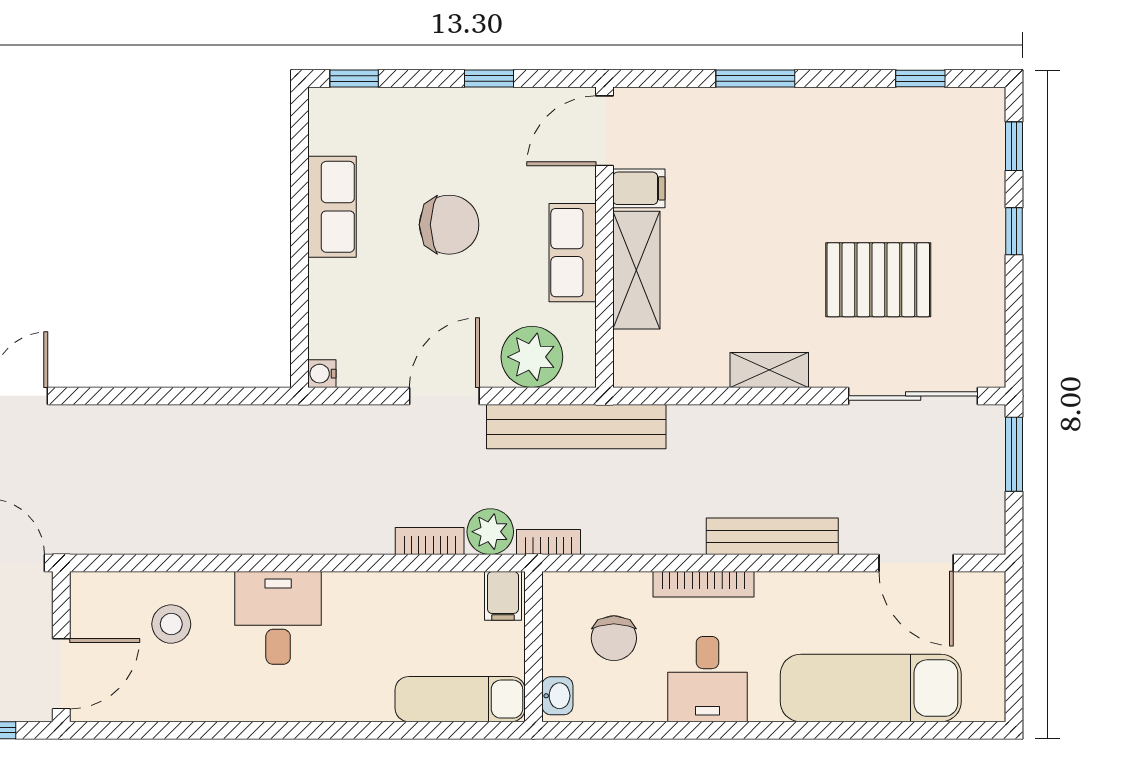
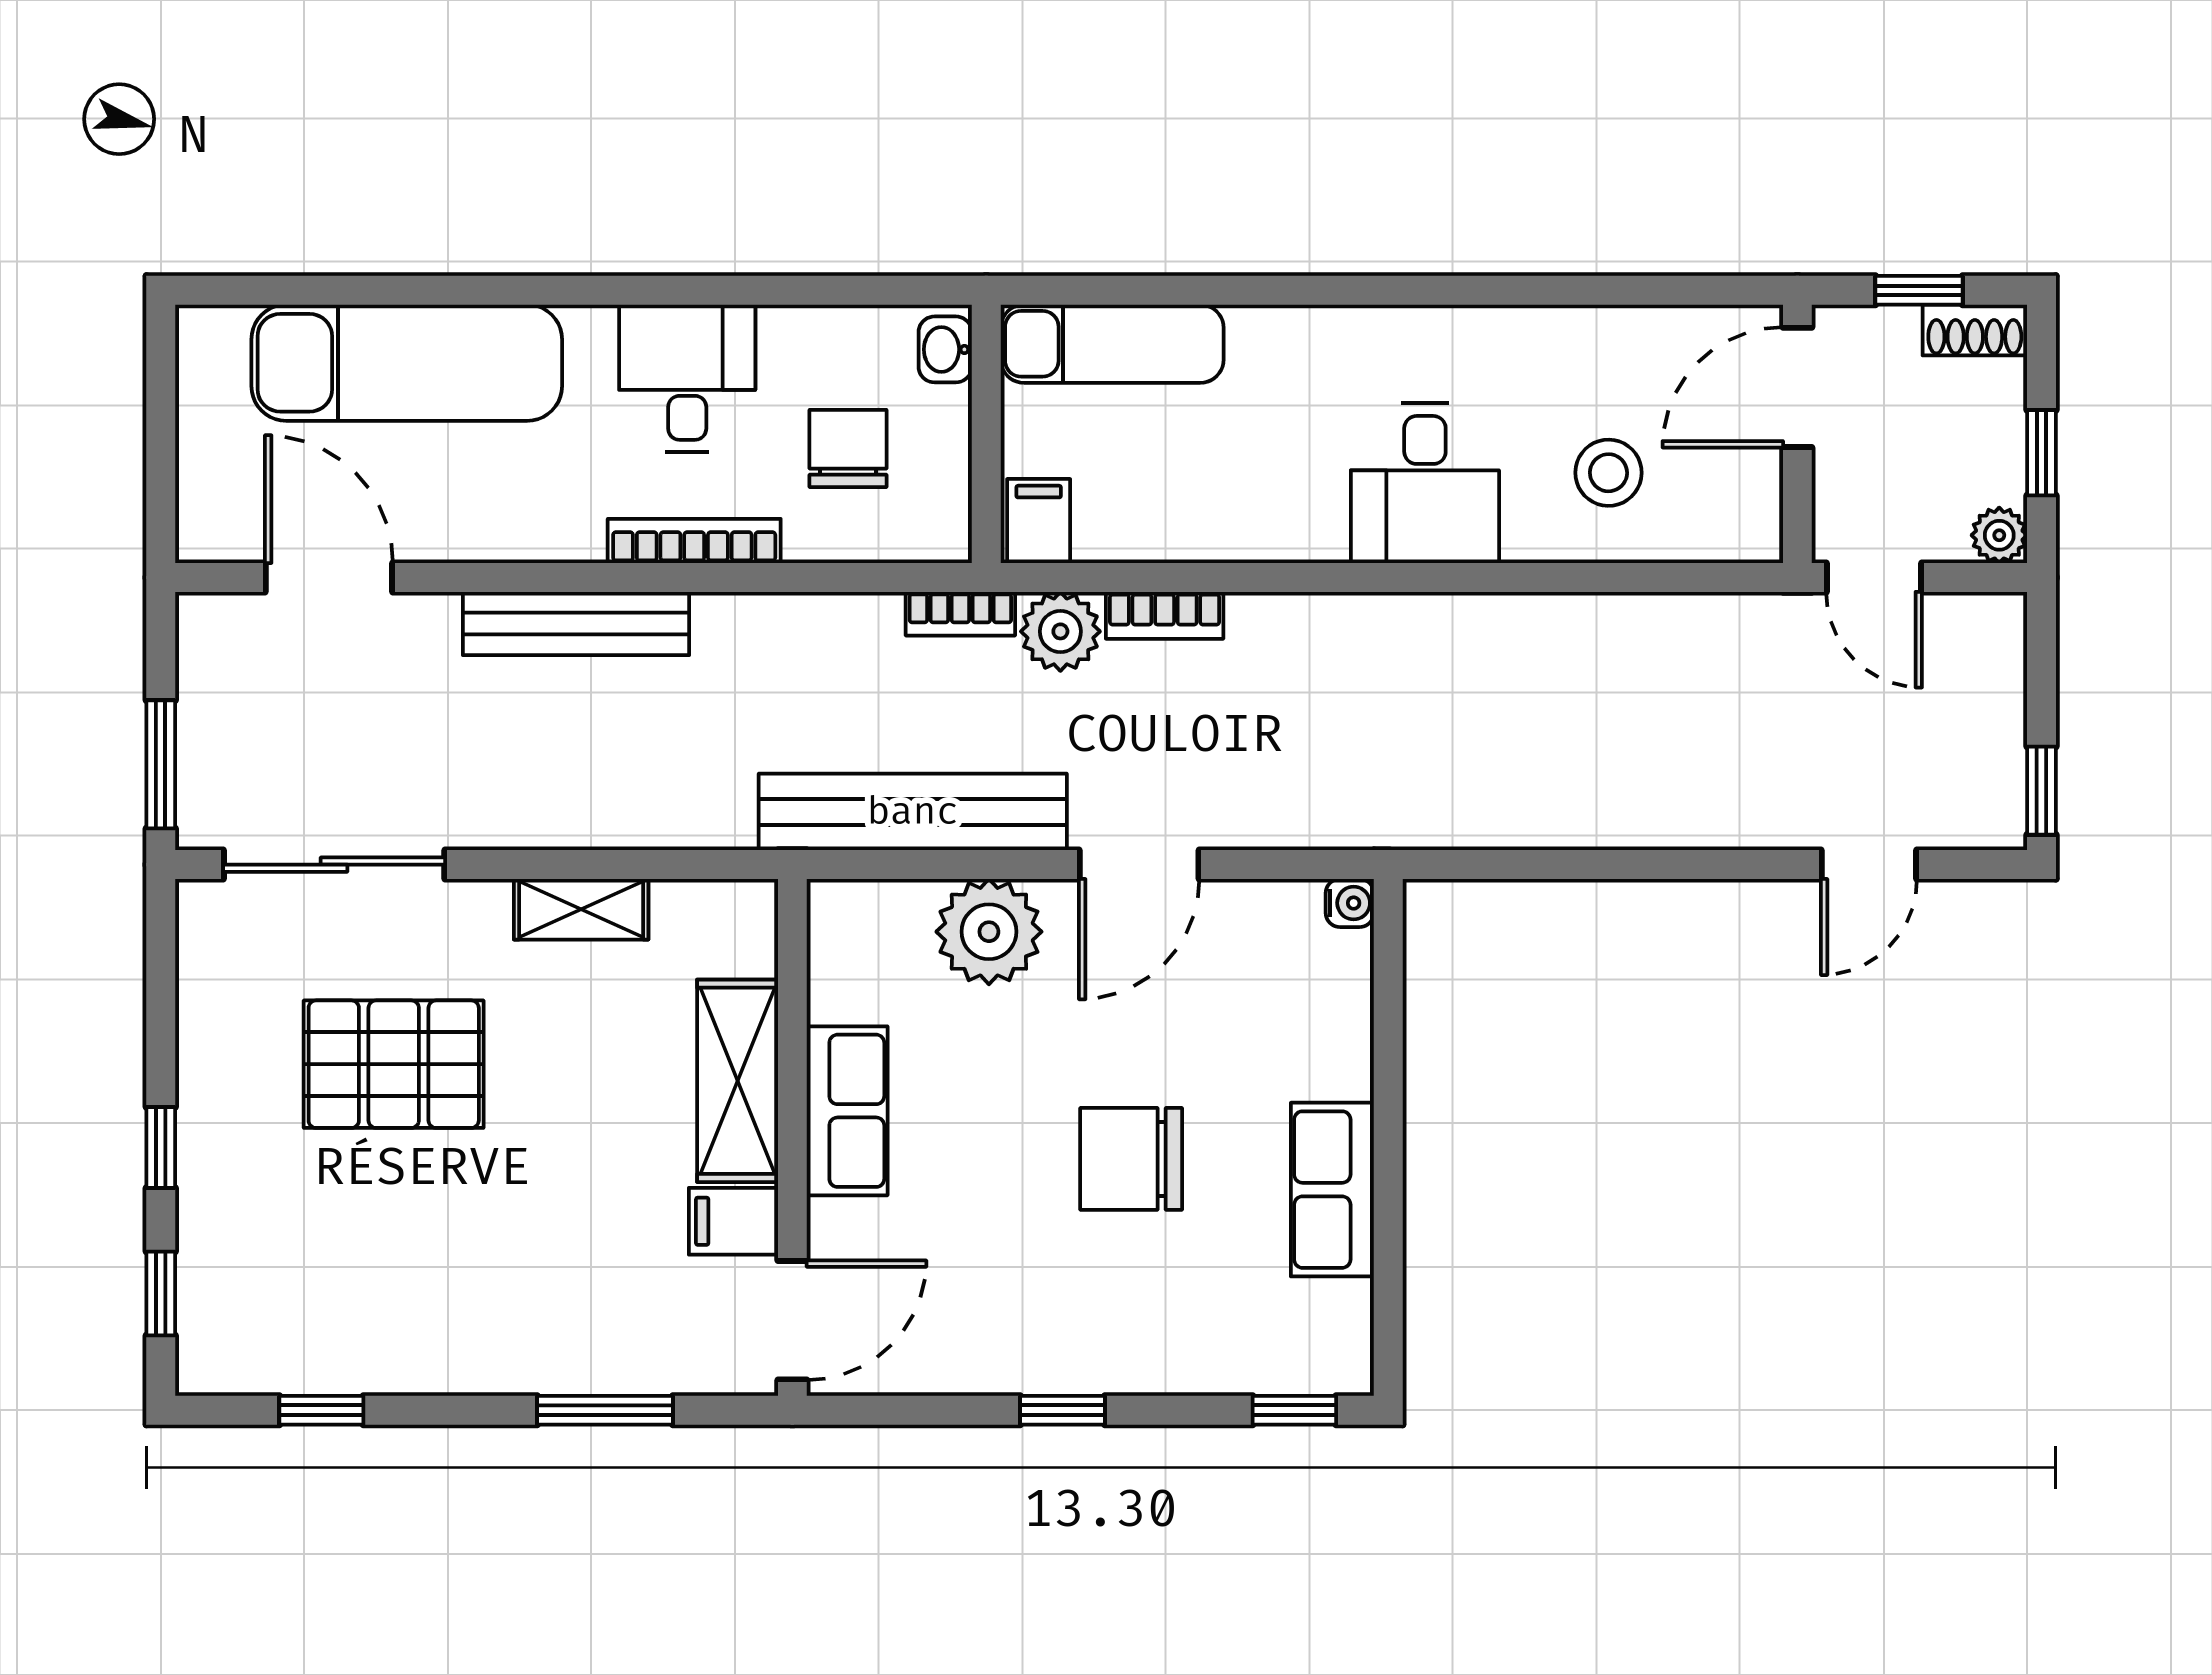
door: (604, 131) -> (792, 1320), moved
filing cabinet: (639, 188) -> (733, 1221), moved
wall: (604, 237) -> (792, 1137), moved
row of seats: (573, 253) -> (847, 1111), moved
shelving: (636, 270) -> (738, 1081), moved

